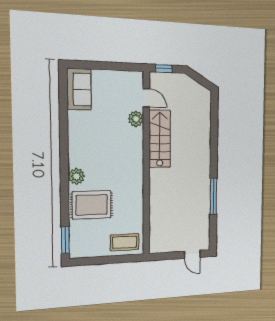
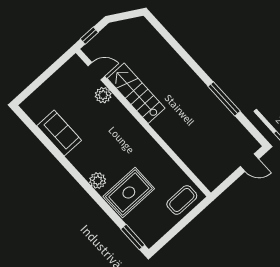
sofa: (79, 89) -> (59, 133), moved

